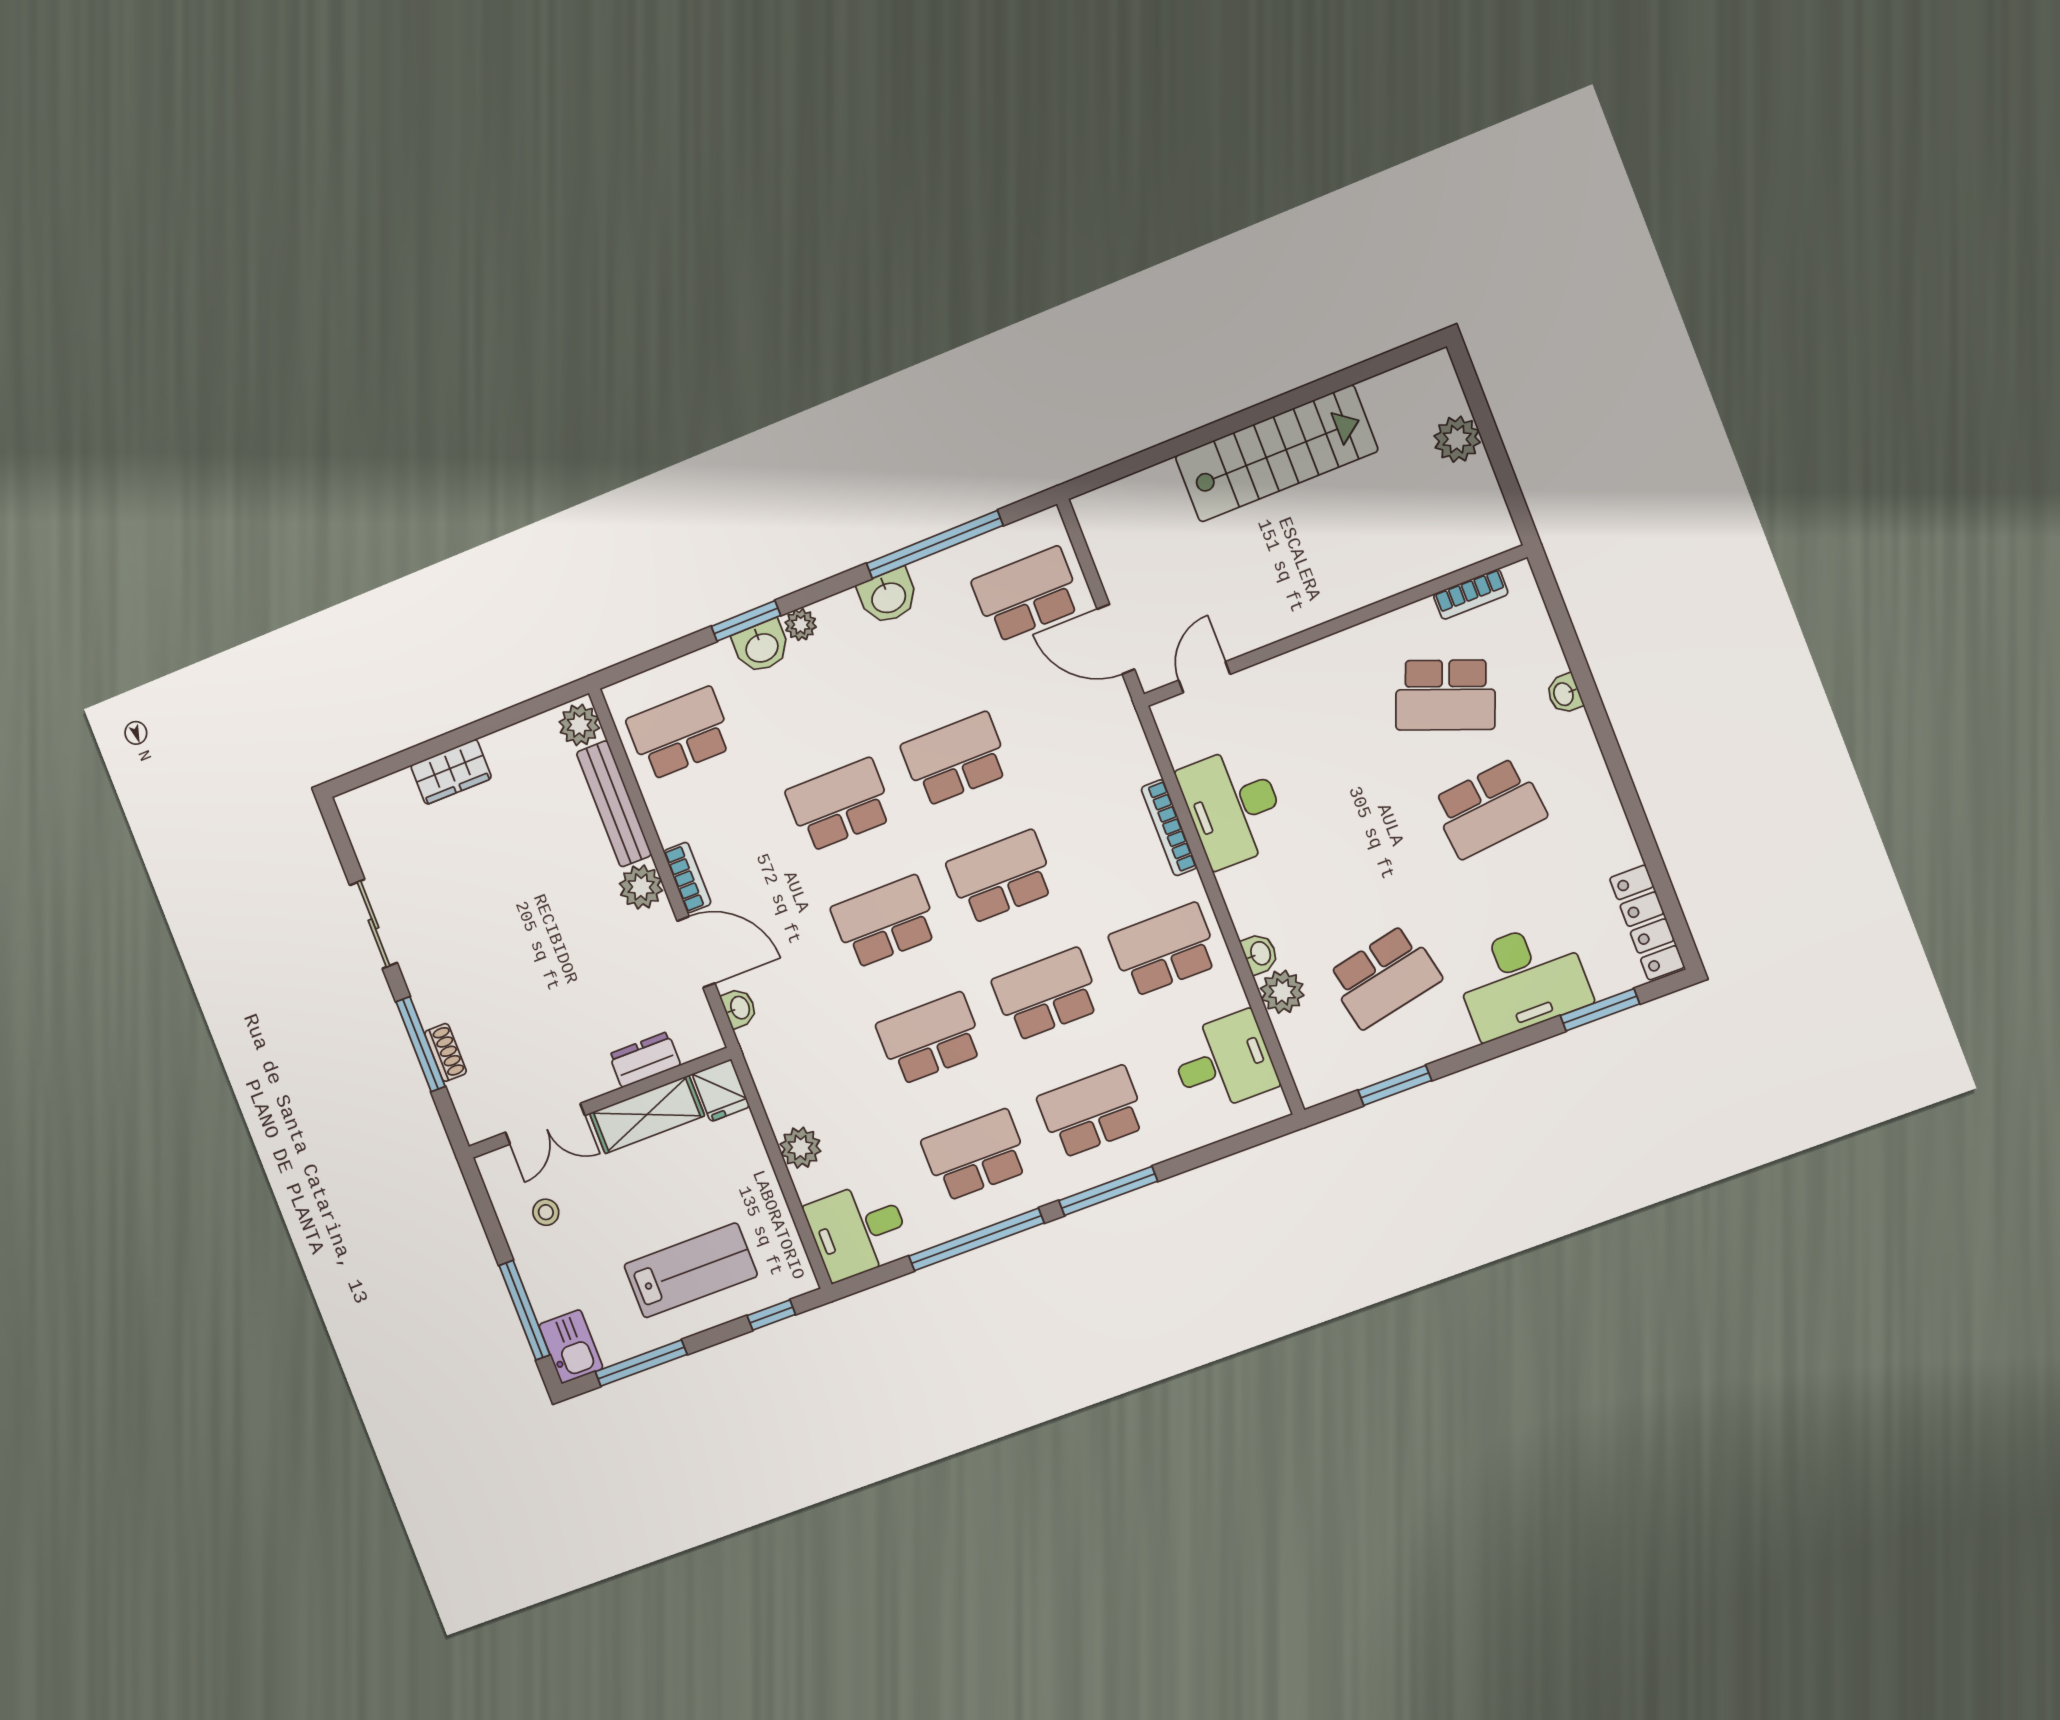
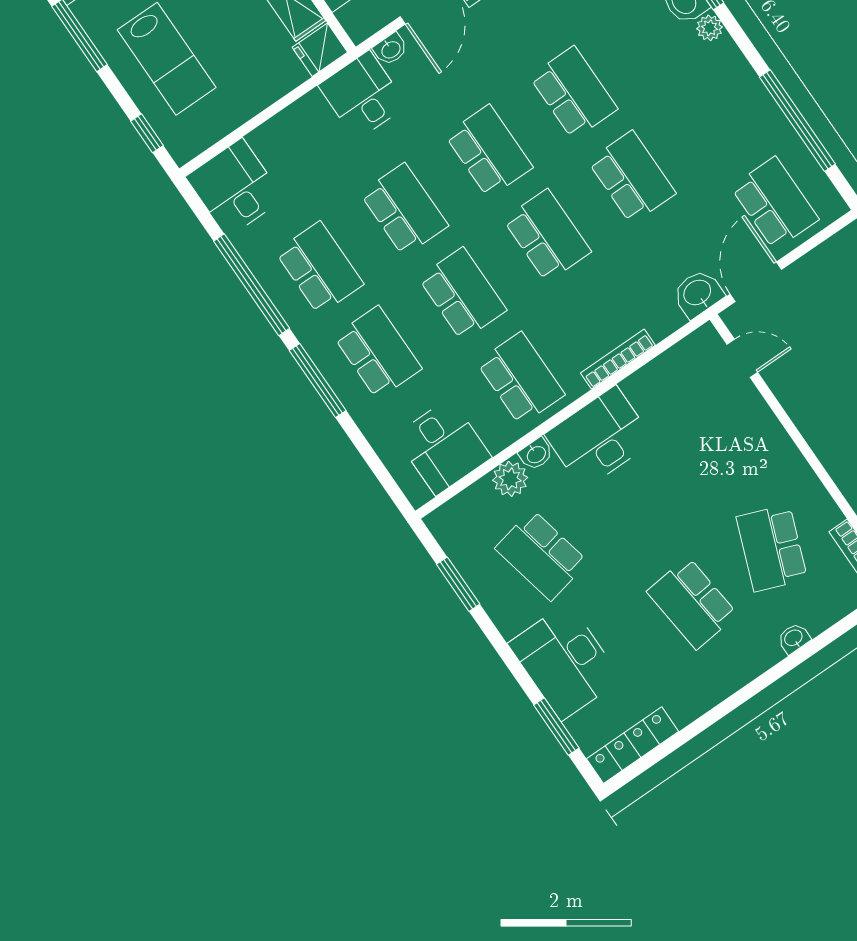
washbasin: (888, 597) -> (698, 293), moved, turned 90
desk: (1233, 807) -> (599, 438), moved
desk: (785, 1054) -> (363, 95), added
plant: (800, 1148) -> (290, 125), removed

